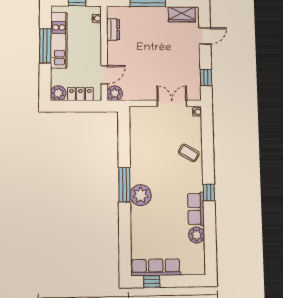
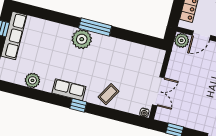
door: (104, 75) -> (201, 35), hinge flipped
window: (209, 192) -> (78, 105), moved
row of seats: (196, 209) -> (69, 90), moved

